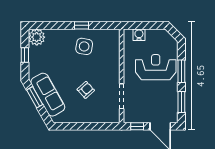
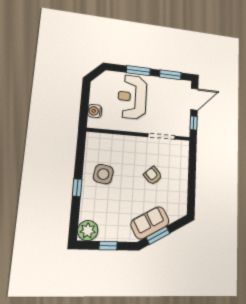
window: (82, 25) -> (77, 188), moved
sofa: (48, 95) -> (150, 223), width x0.73

